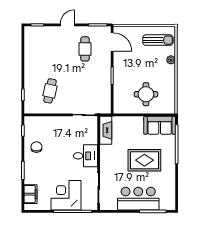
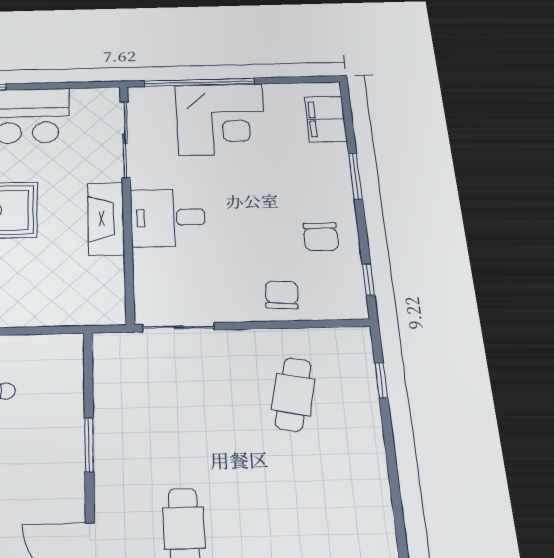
chair: (51, 126) -> (282, 295), added
fireplace: (106, 130) -> (106, 219), moved

